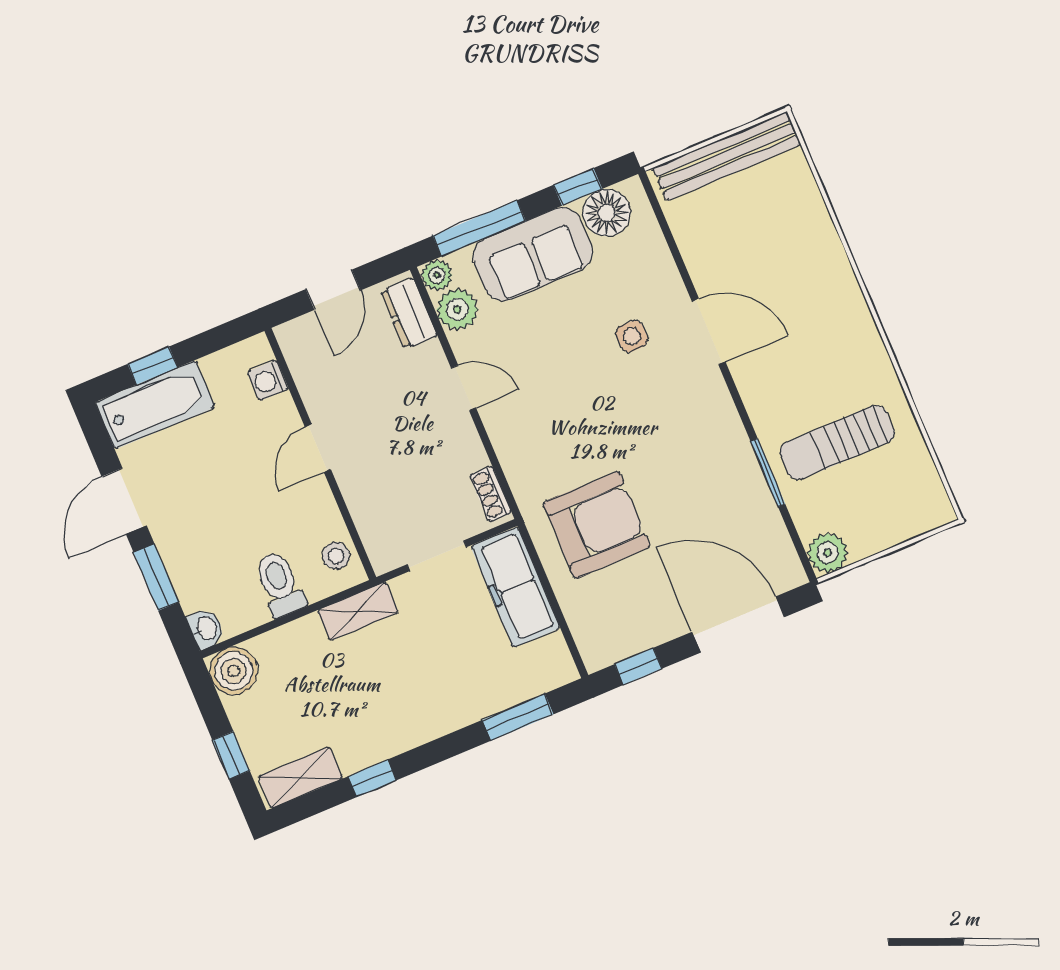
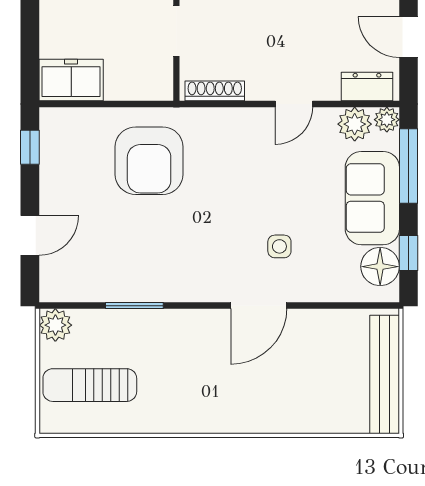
sun lounger: (837, 442) -> (90, 385), moved, turned -90
shoe rack: (491, 494) -> (215, 91), width x1.43
freezer: (515, 587) -> (71, 80), moved, width x0.71
door: (738, 624) -> (30, 235), width x0.53
window: (518, 717) -> (30, 41), removed

